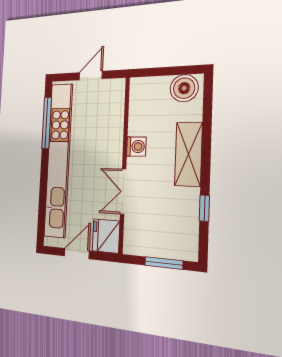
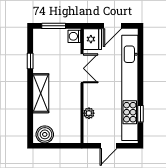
window: (47, 123) -> (140, 114), width x0.46
plant: (116, 123) -> (89, 113), added
washing machine: (136, 146) -> (74, 36), moved

